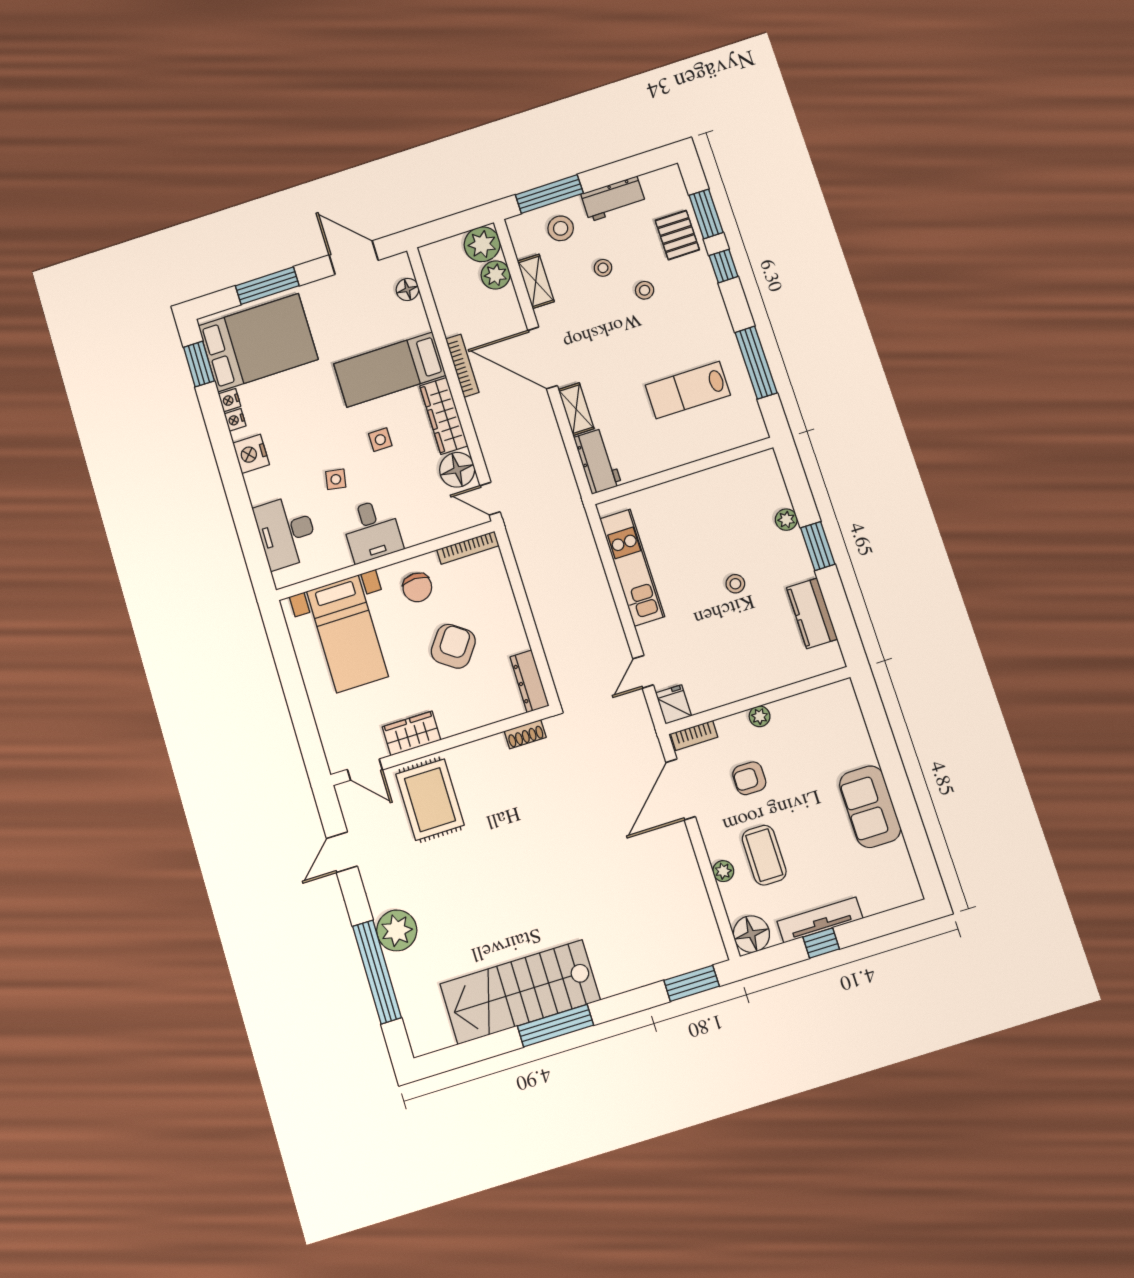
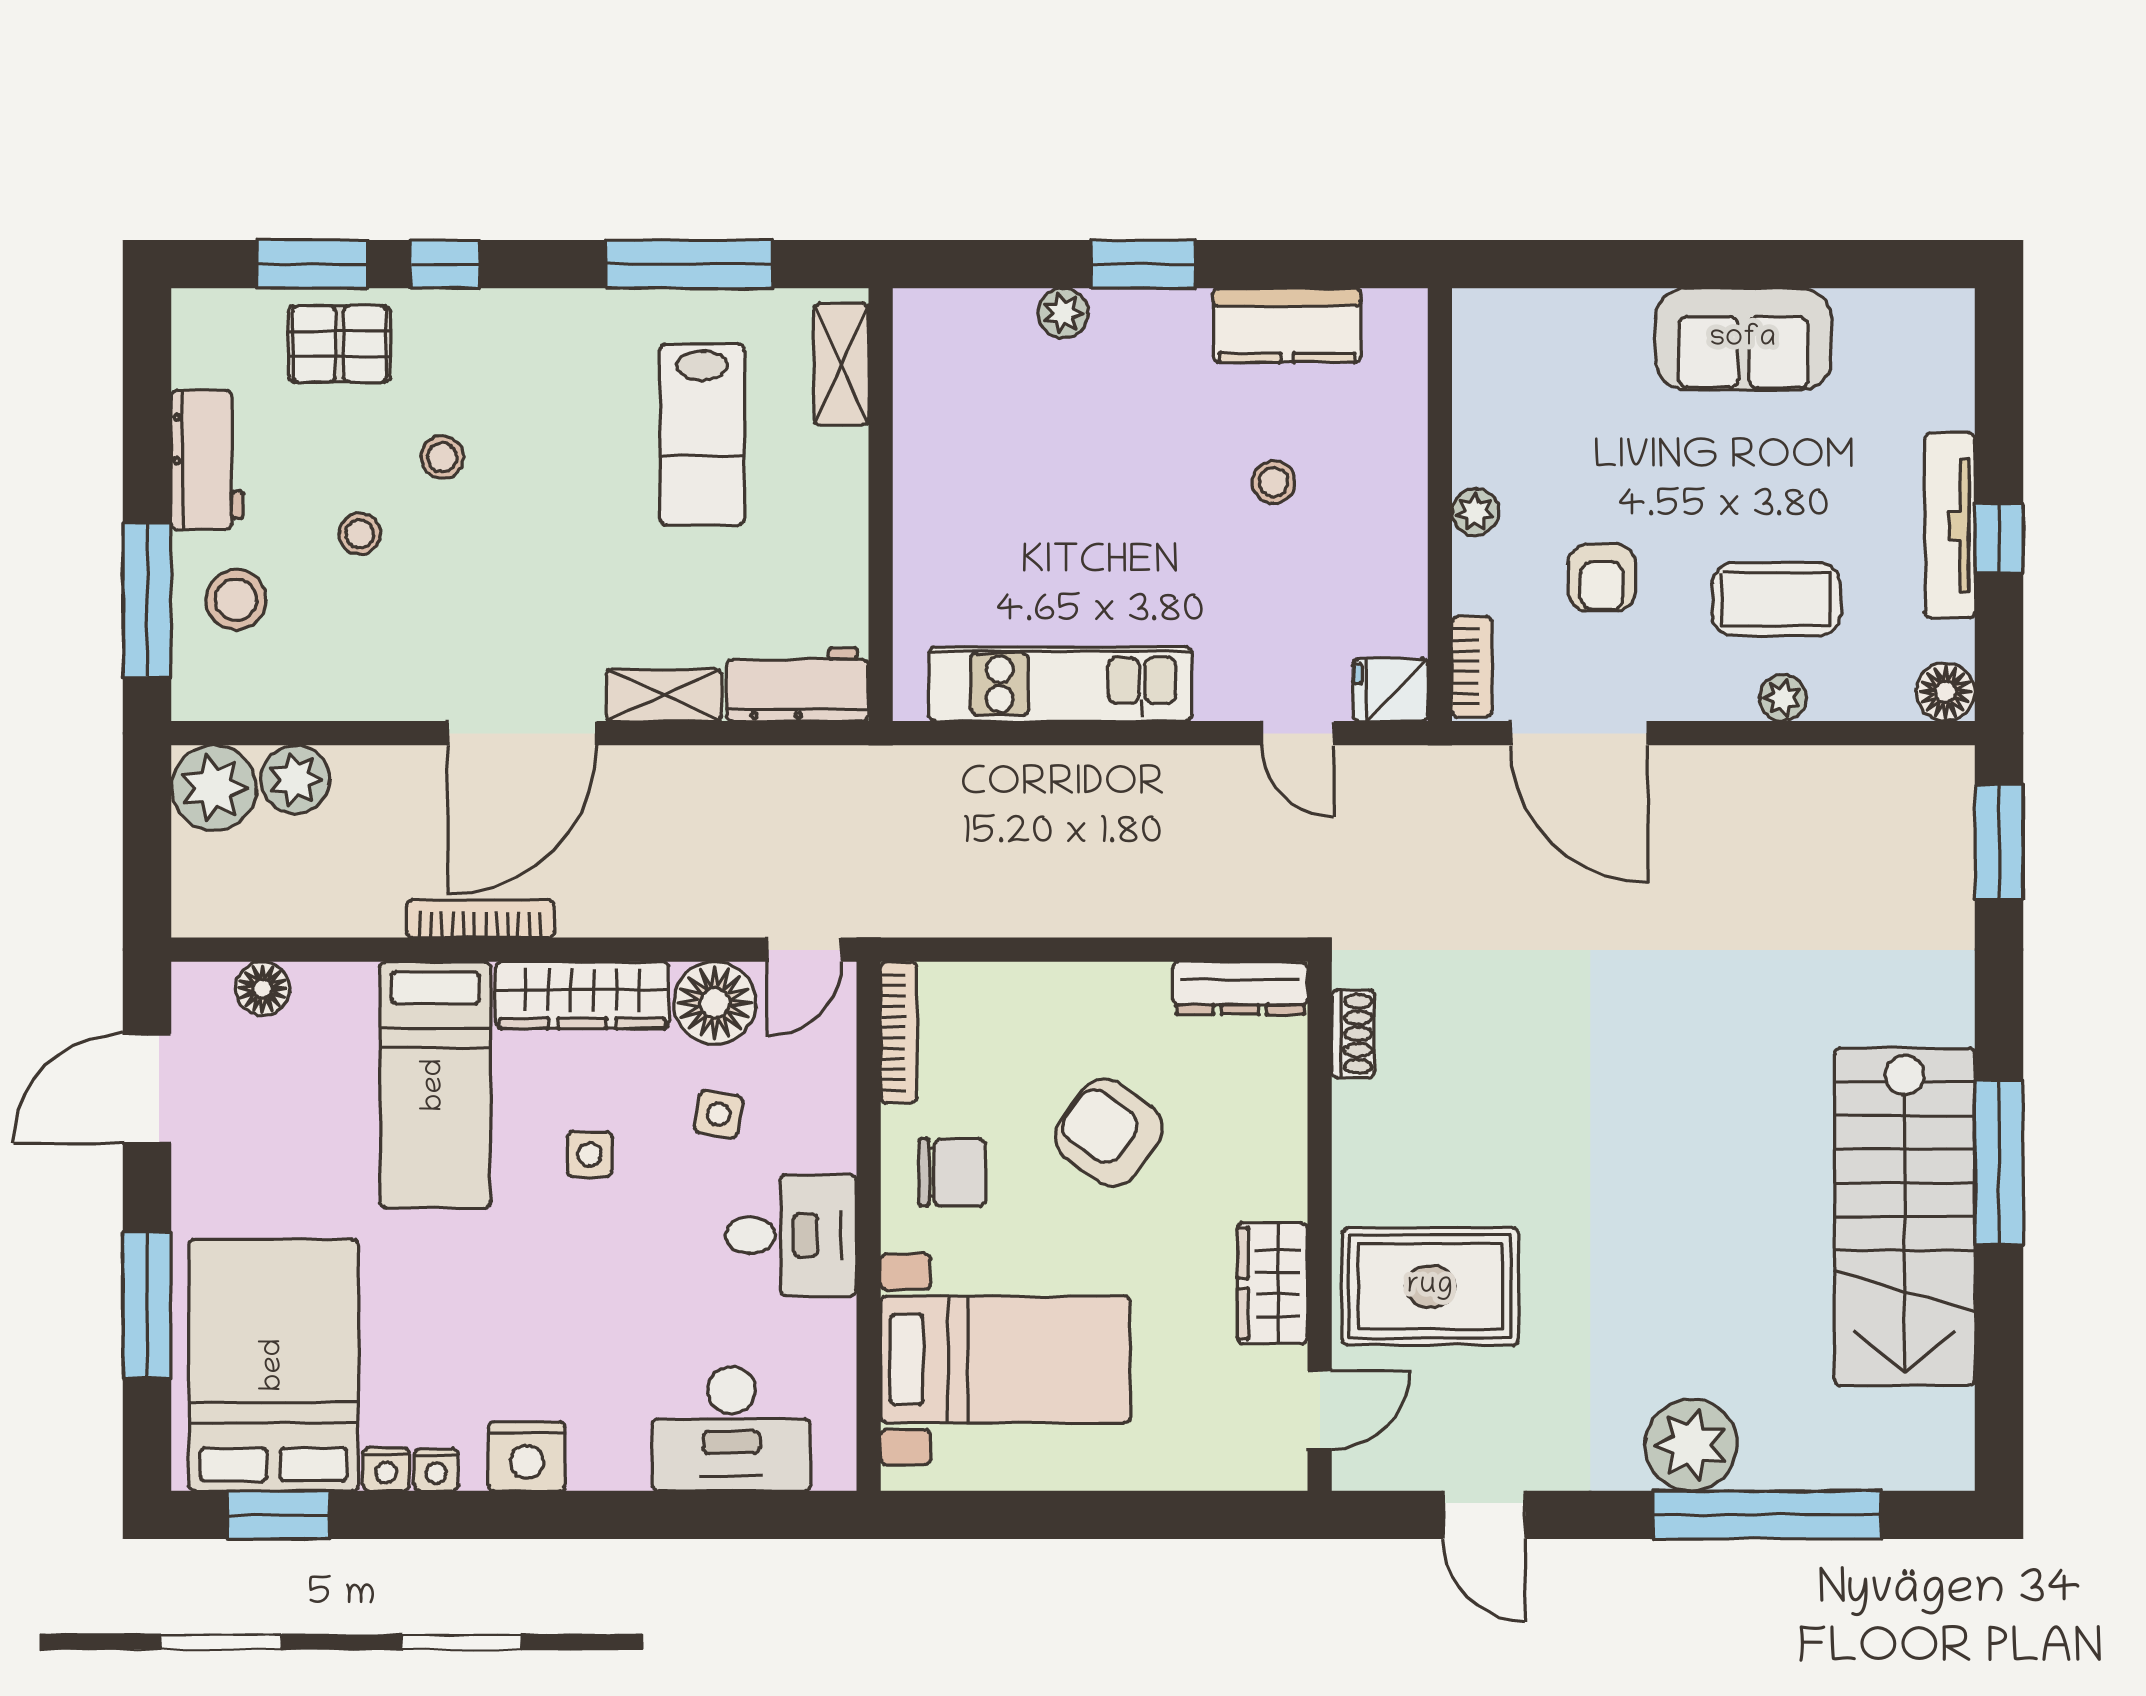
shelving: (536, 281) -> (841, 364), moved, turned 90
side table: (336, 479) -> (719, 1114), moved
stool: (735, 584) -> (1274, 482), moved
floor lamp: (751, 934) -> (1946, 692), width x0.73, depth x0.73

